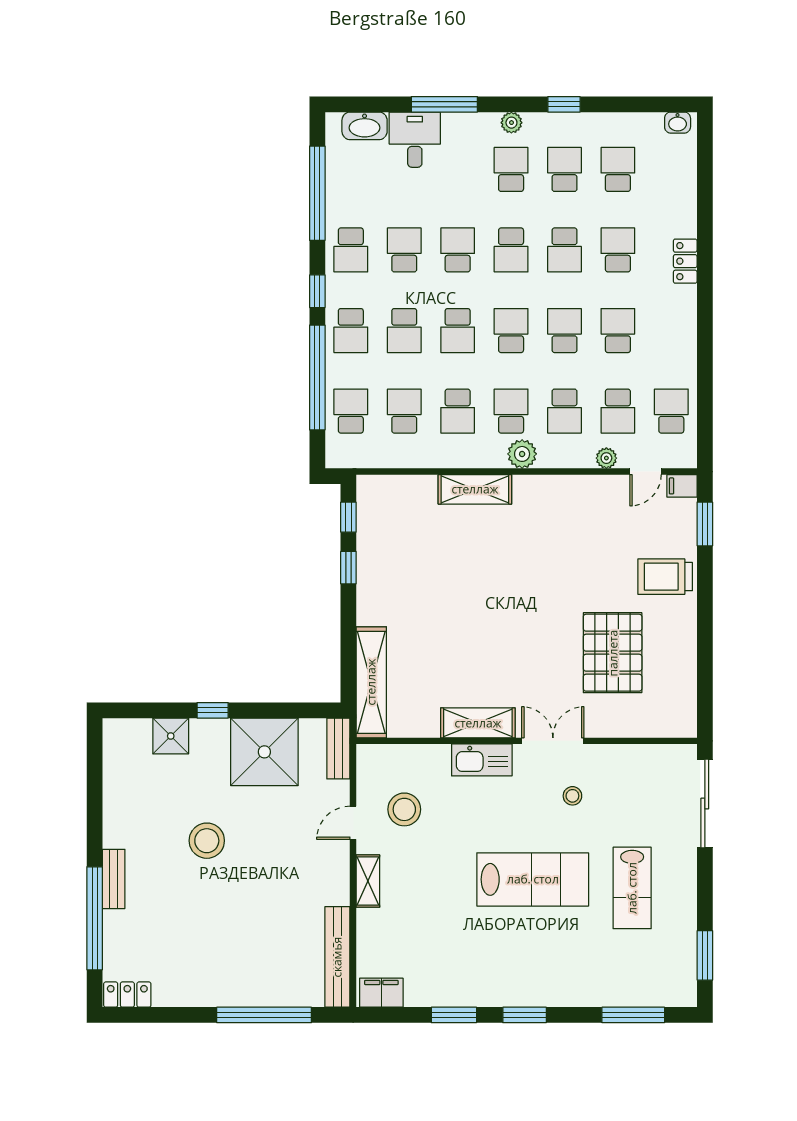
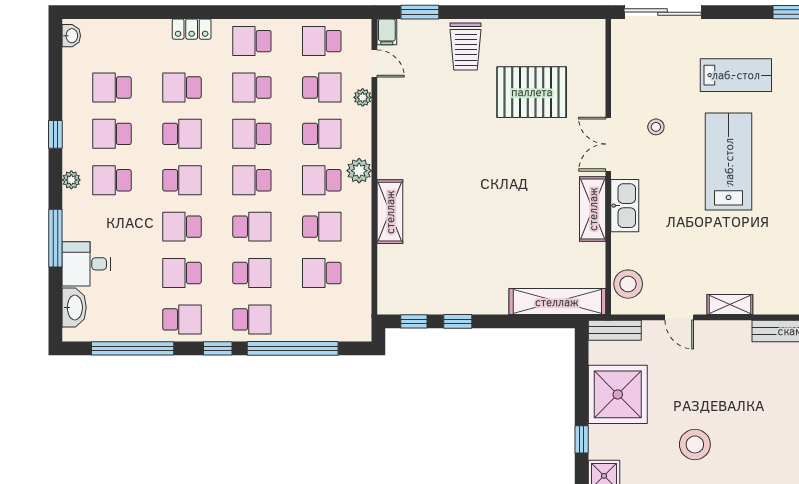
school desk: (351, 411) -> (252, 41), moved
stool: (404, 809) -> (628, 284), moved

